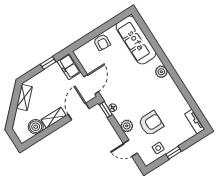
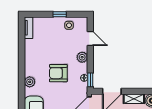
armchair: (151, 123) -> (58, 73), moved

